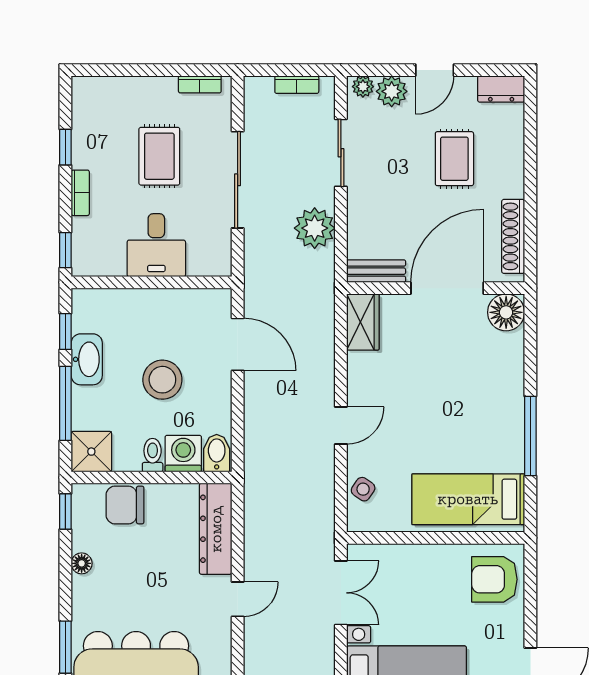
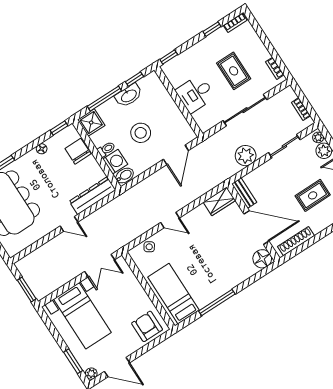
rug: (159, 156) -> (234, 71), turned 90
bookcase: (80, 193) -> (235, 23), moved

